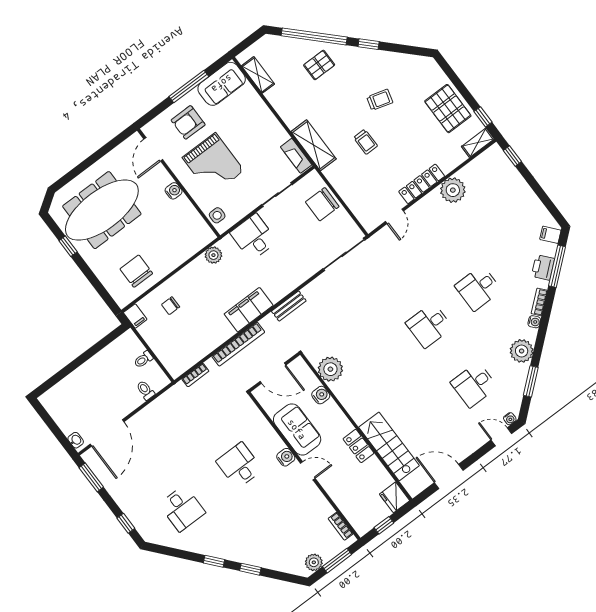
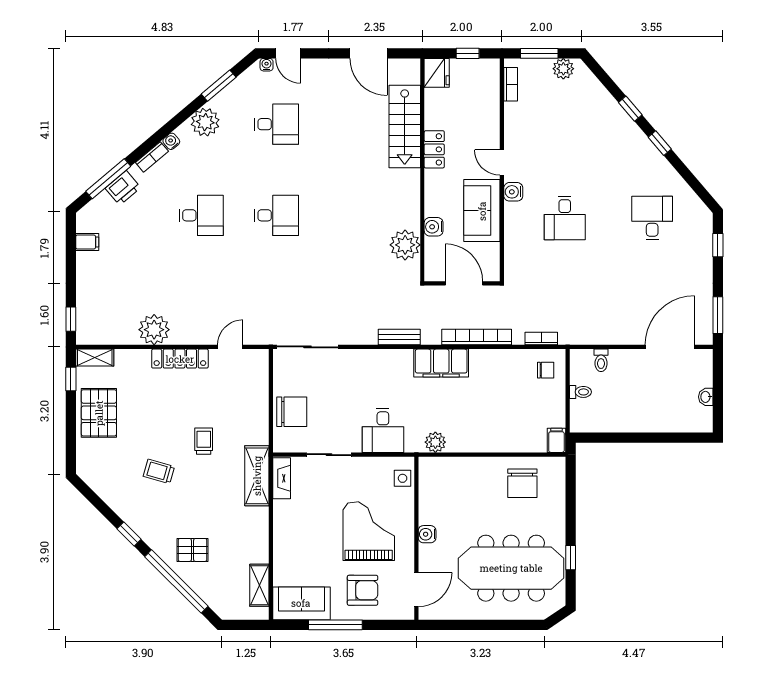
filing cabinet: (550, 235) -> (87, 242), moved, turned -50
chair: (171, 306) -> (546, 370), moved
washbasin: (76, 440) -> (706, 397), moved

